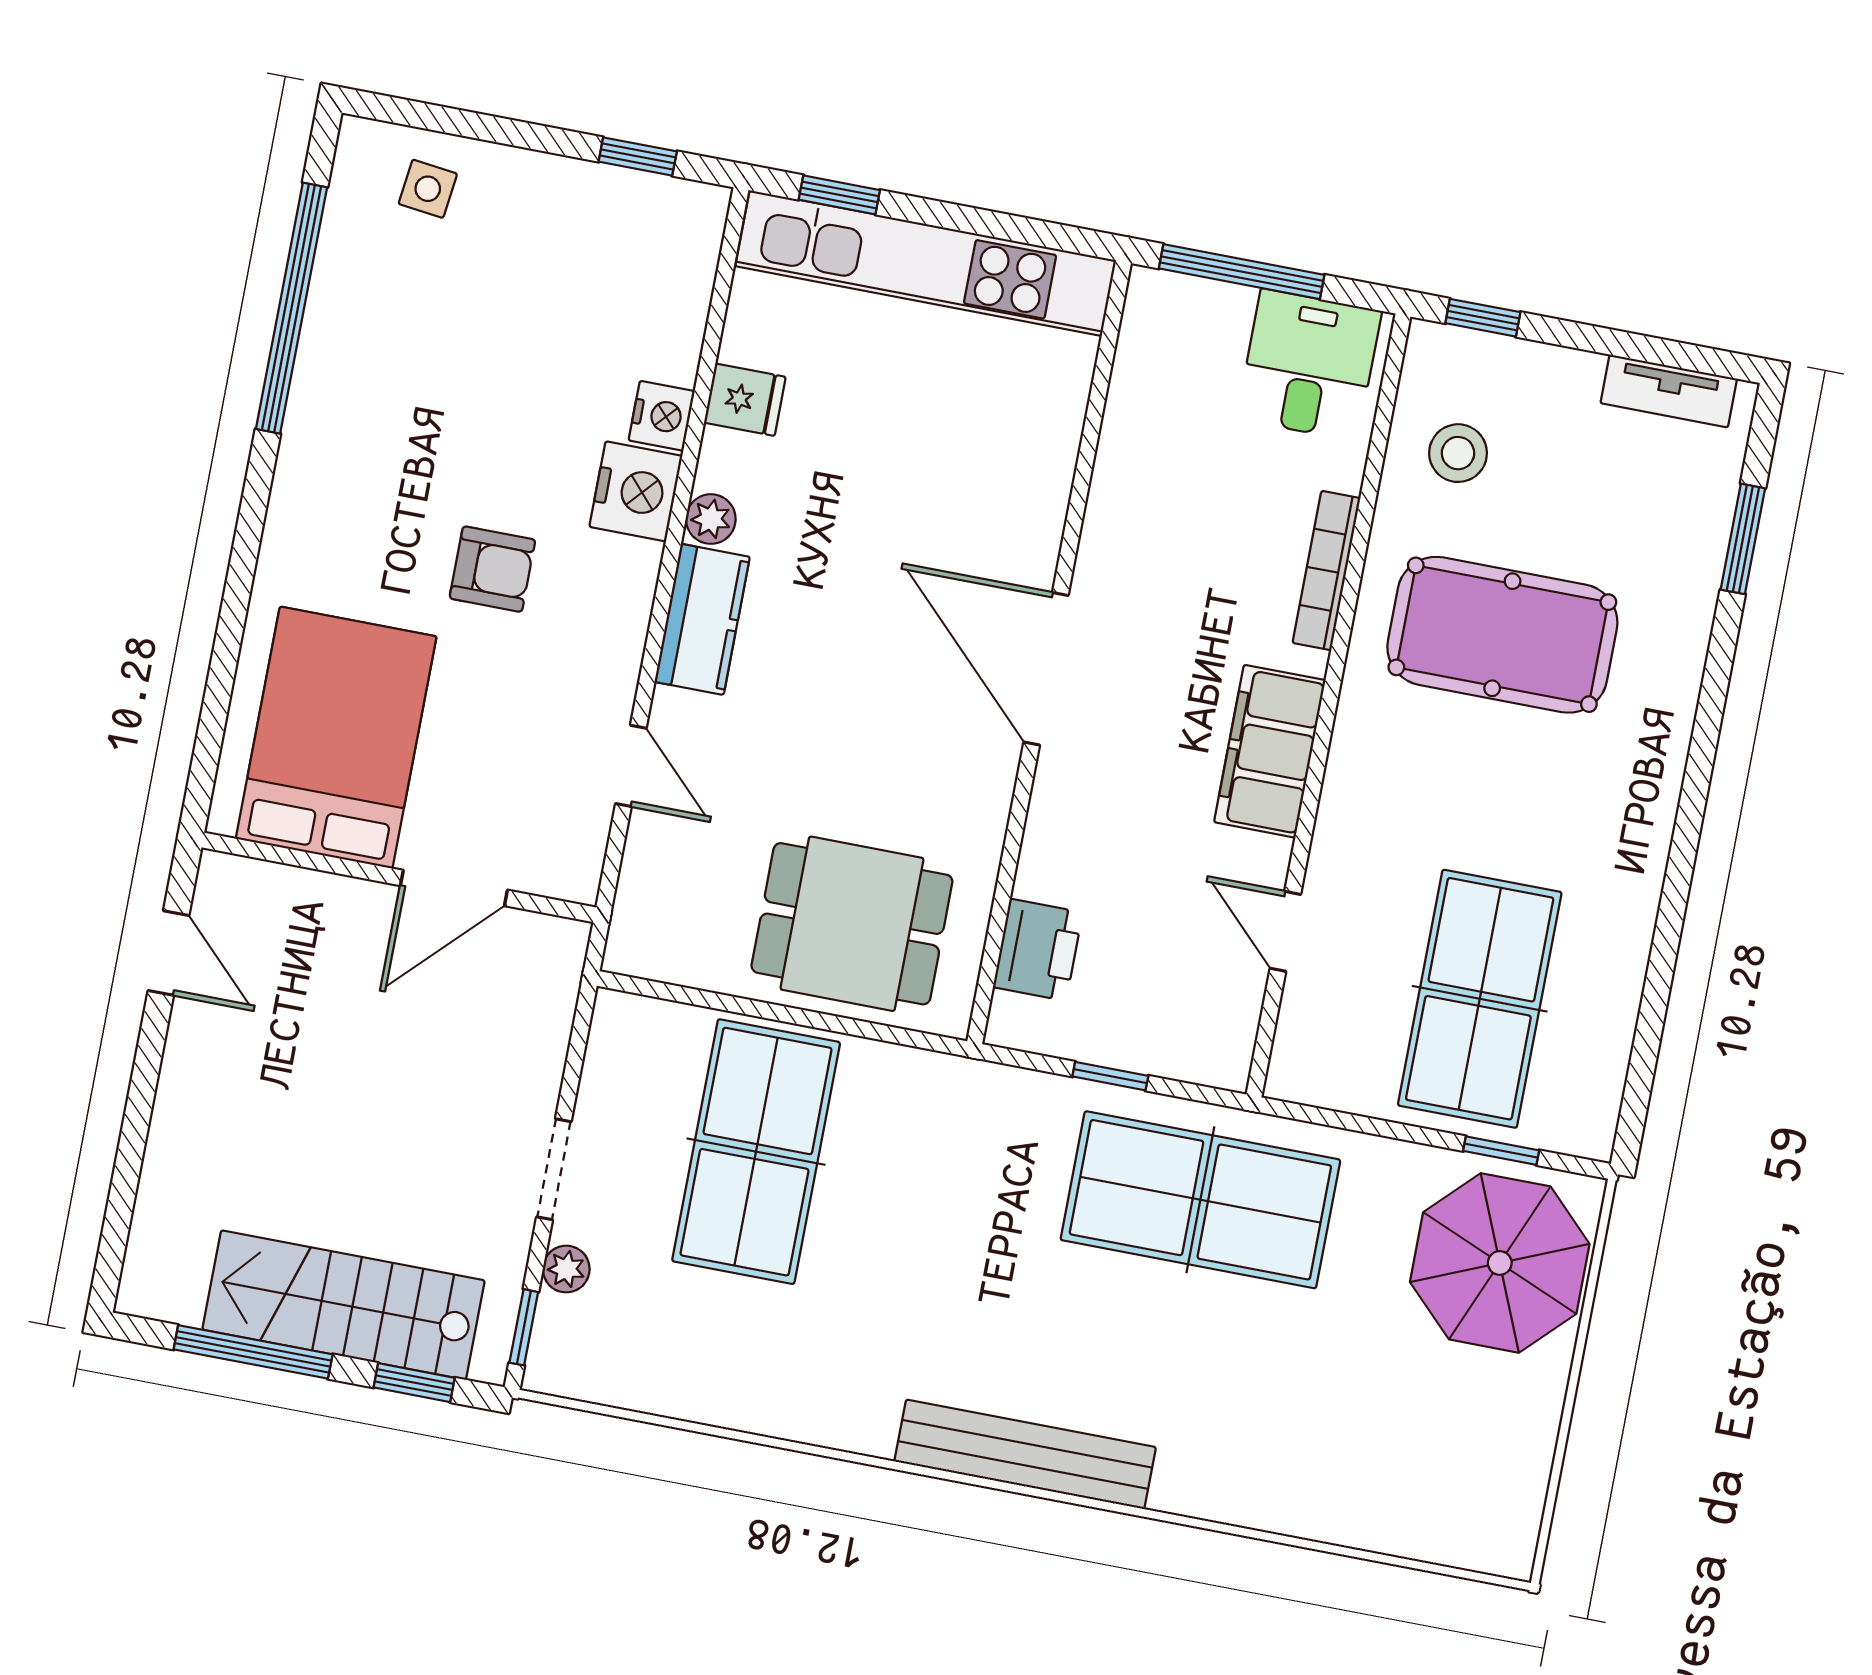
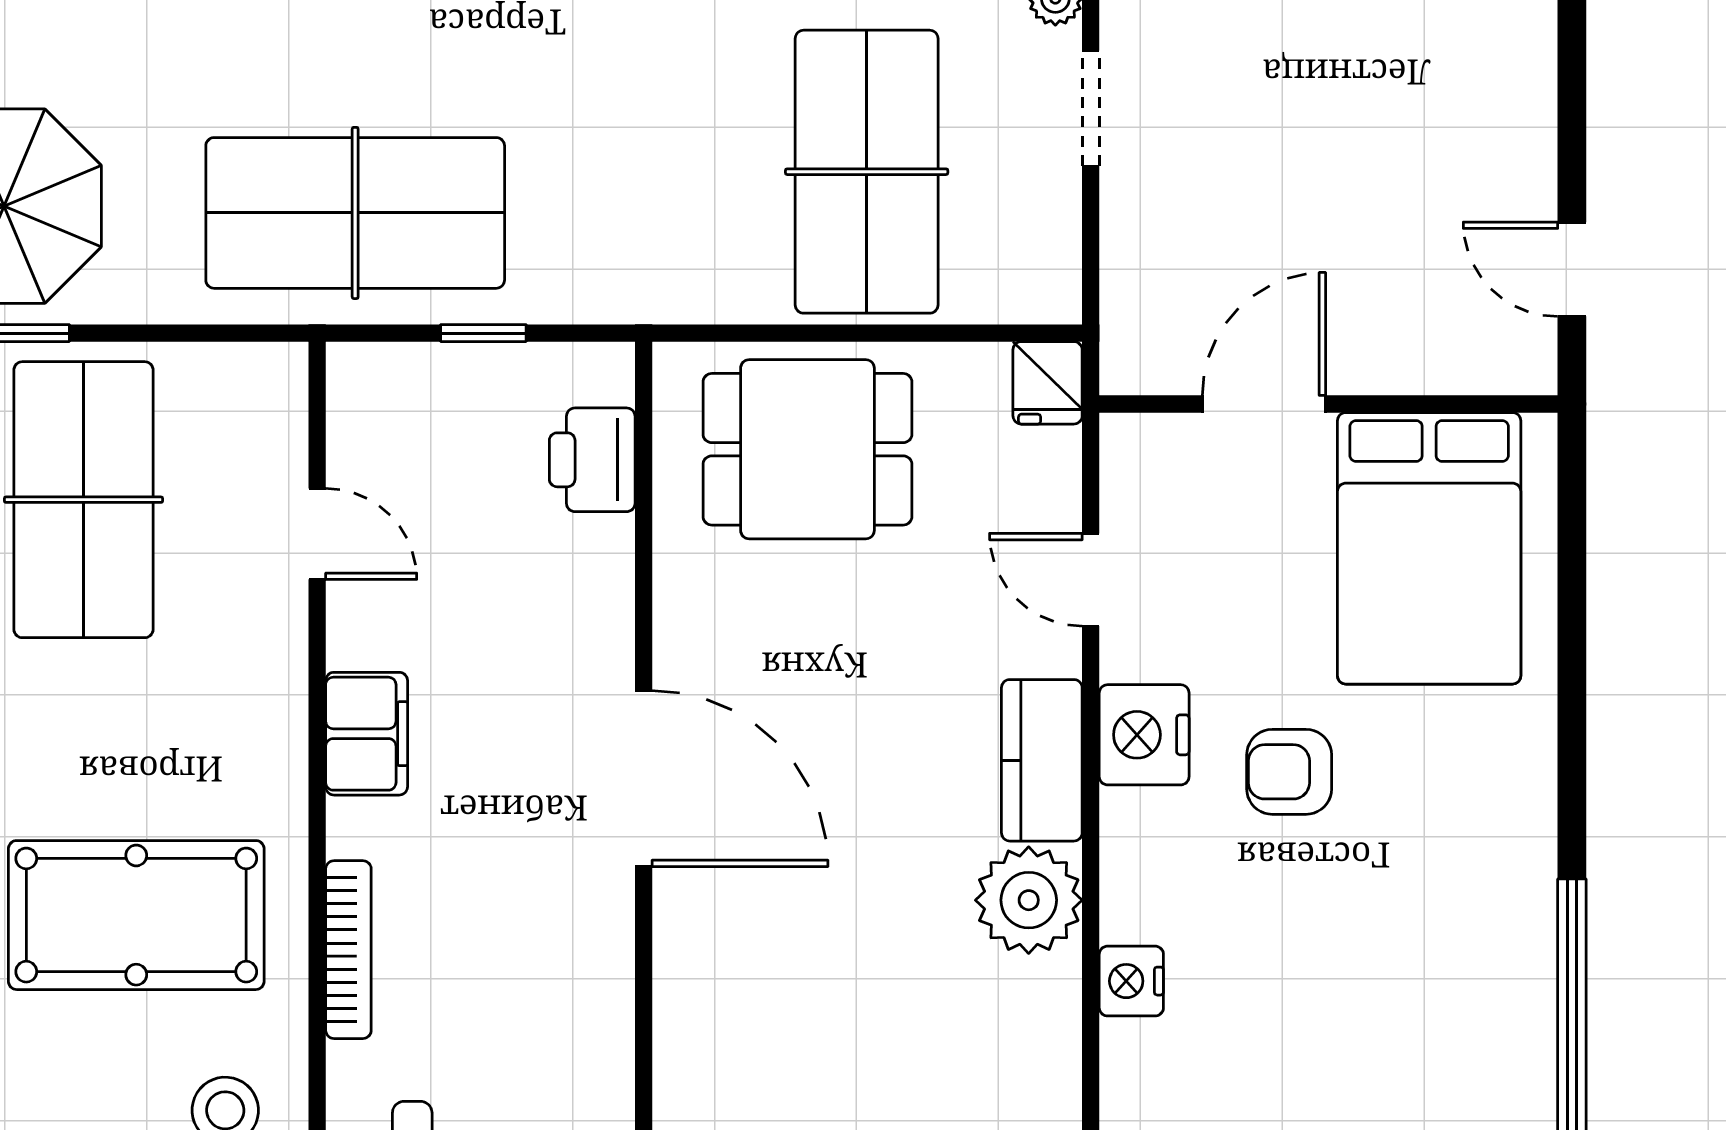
fridge: (745, 400) -> (1048, 383), moved, turned -90
nightstand: (636, 491) -> (1144, 735), moved
plant: (711, 519) -> (1029, 900), width x1.87, depth x1.87
filing cabinet: (1270, 751) -> (367, 734), width x0.67, depth x0.86

